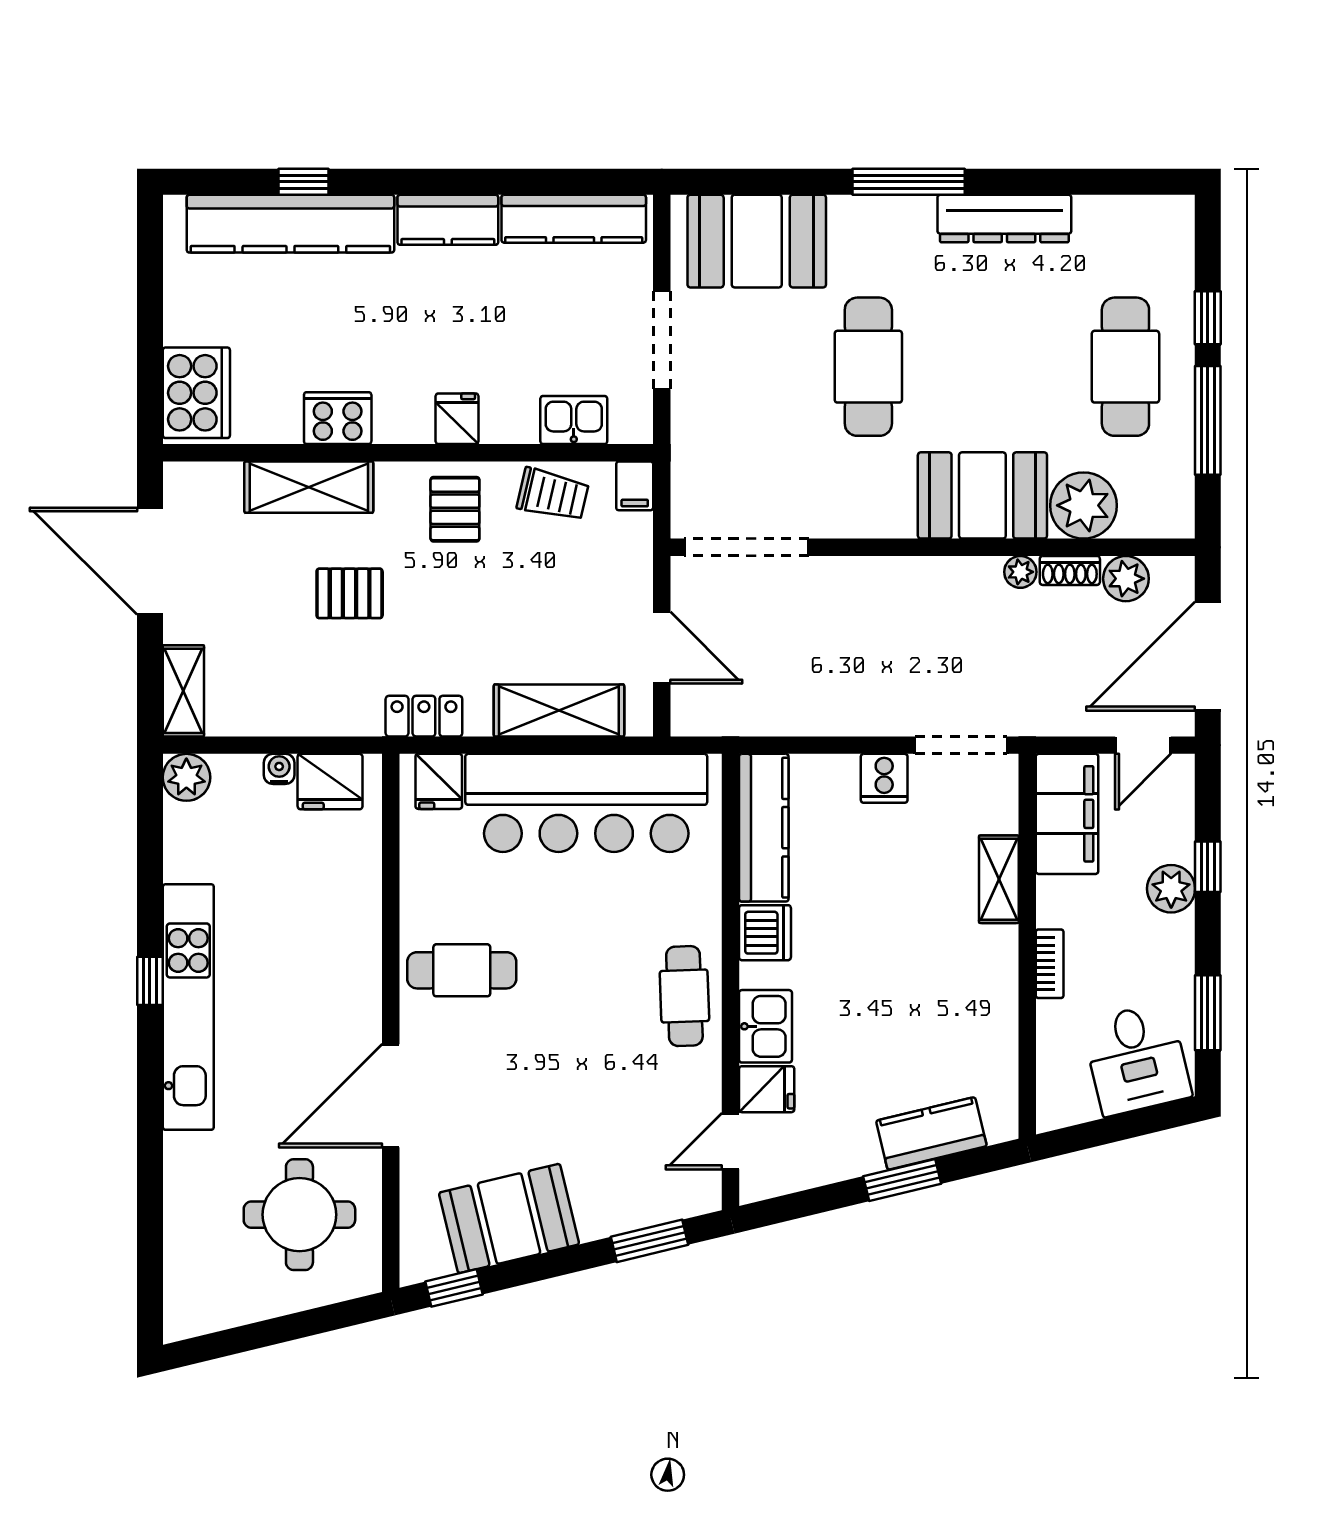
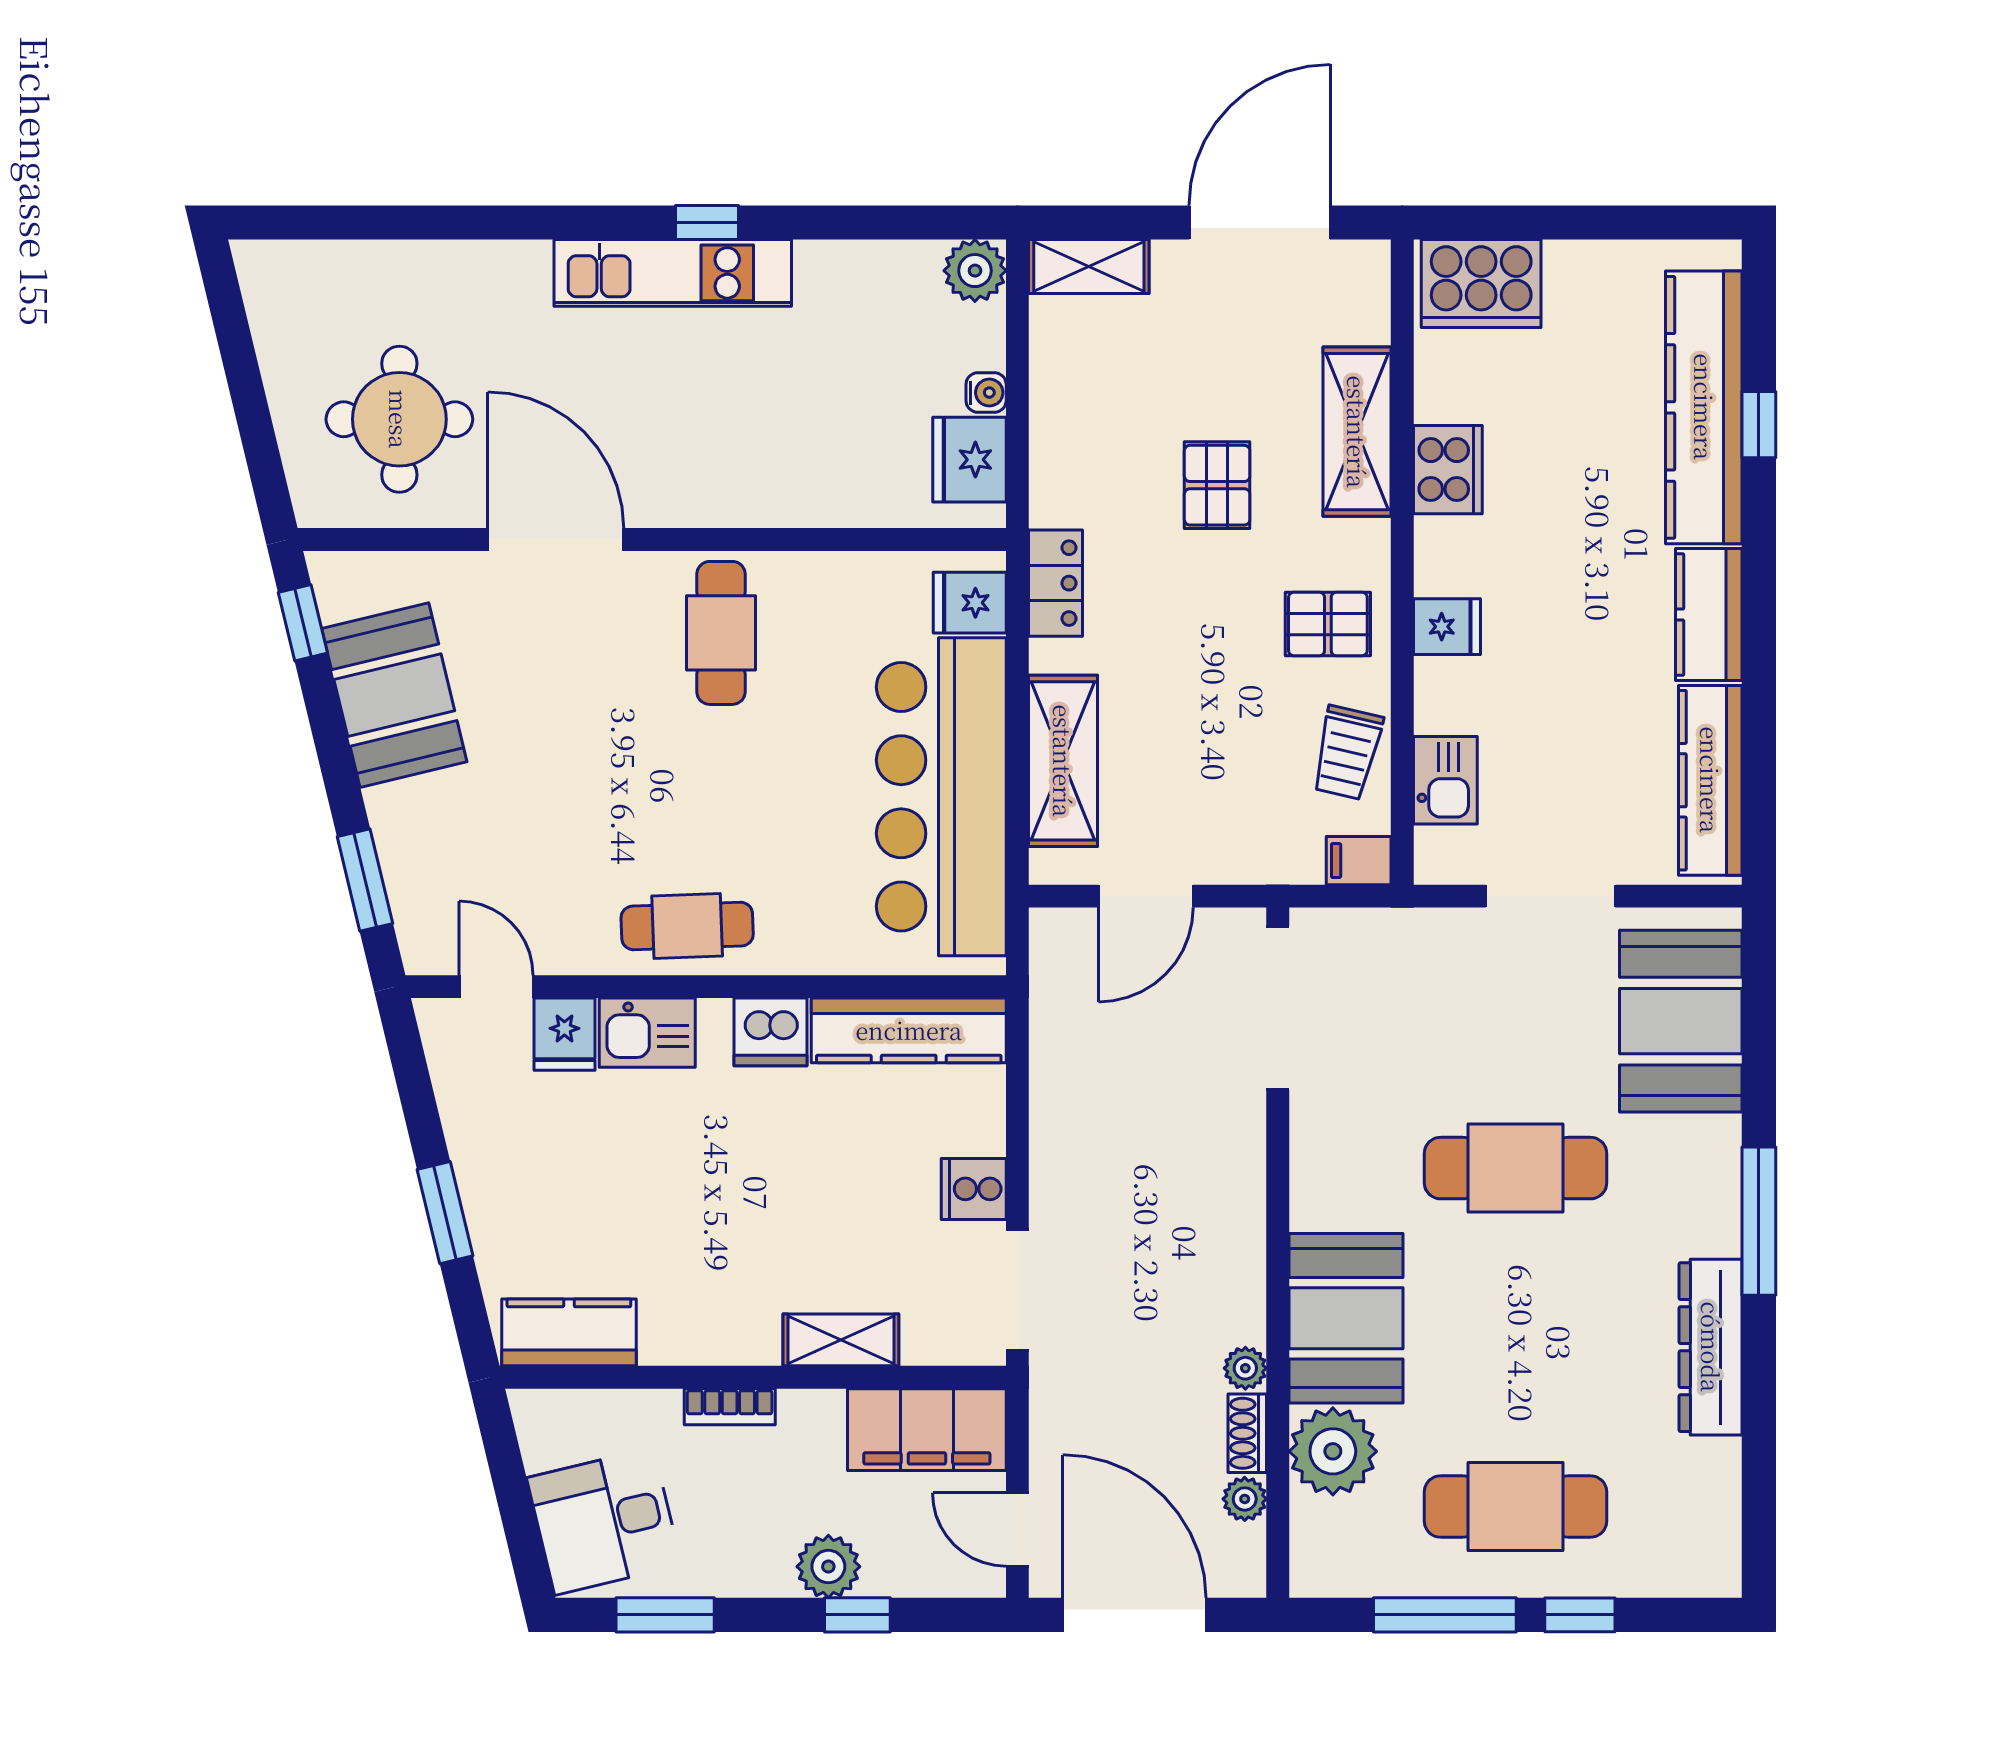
plant: (1126, 579) -> (1245, 1499), width x0.73, depth x0.73
kitchen unit: (188, 1007) -> (673, 273), width x0.73
kitchen counter: (931, 1133) -> (569, 1332), moved, turned -76

